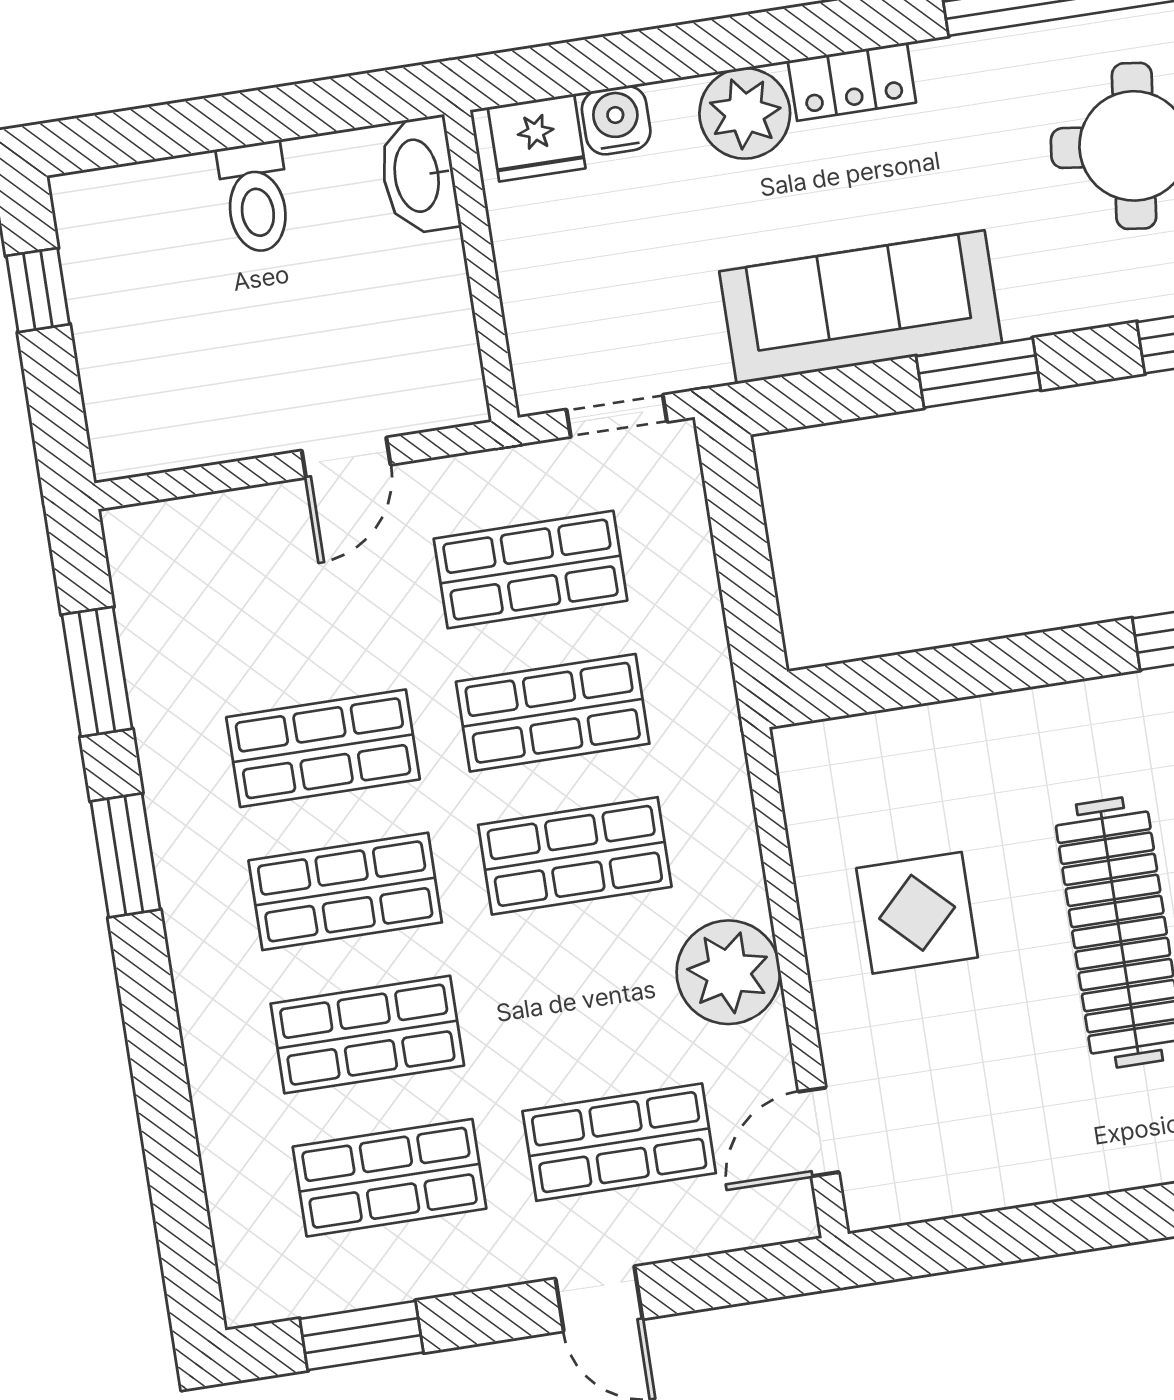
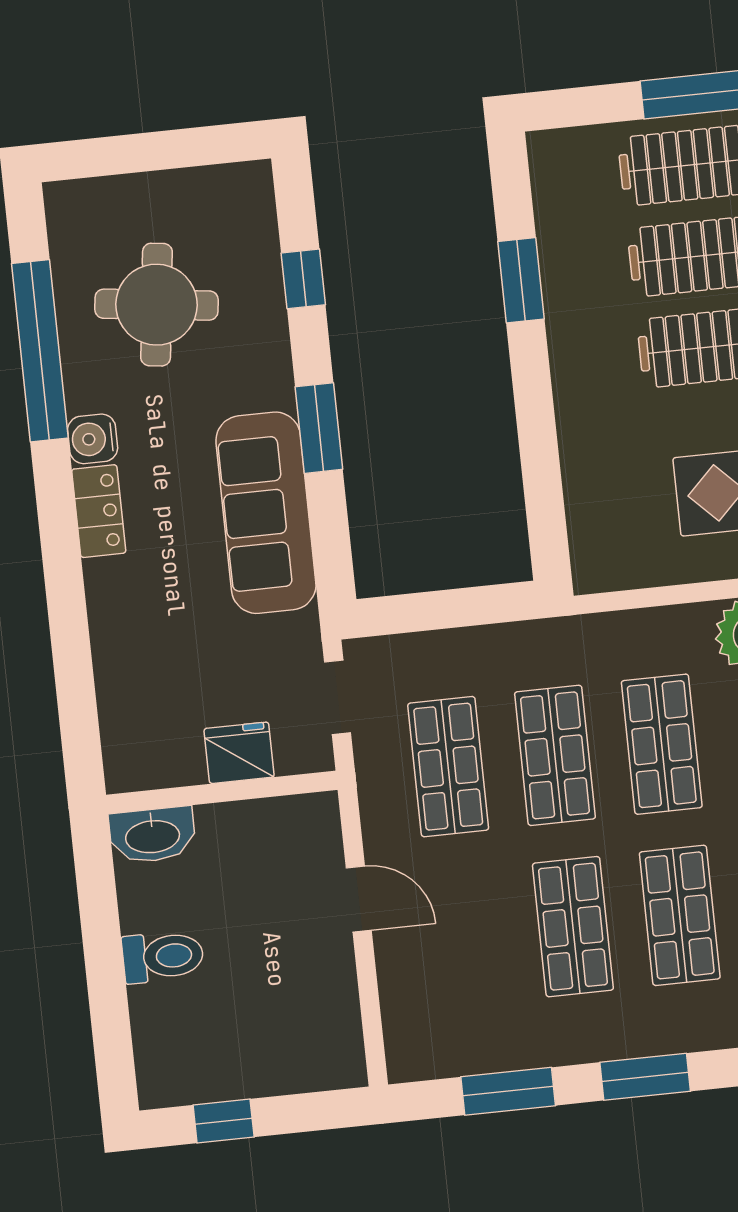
plant: (745, 113) -> (118, 592), removed
water cooler: (616, 120) -> (93, 439), moved
fridge: (537, 138) -> (239, 753), moved, turned -90

